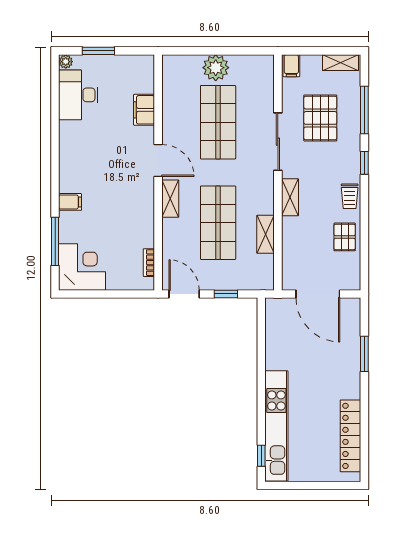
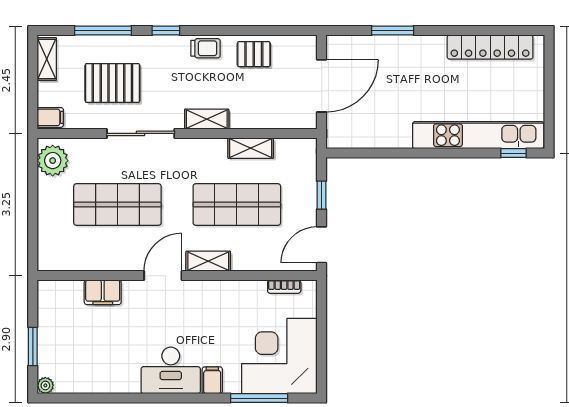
plant: (216, 68) -> (53, 161), moved
desk: (78, 95) -> (171, 370), moved
corner desk: (82, 267) -> (279, 356), width x1.36, depth x1.36

